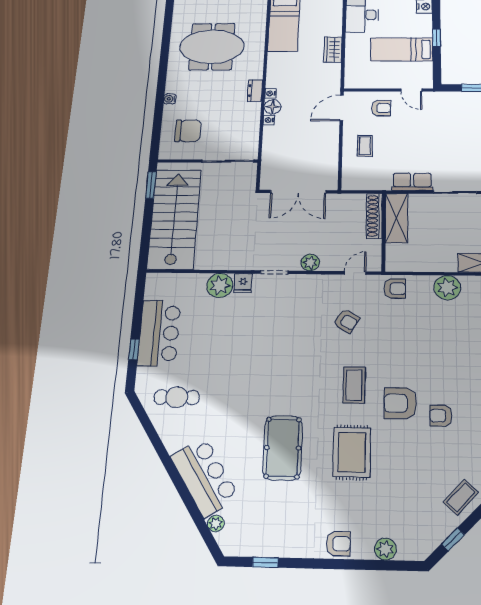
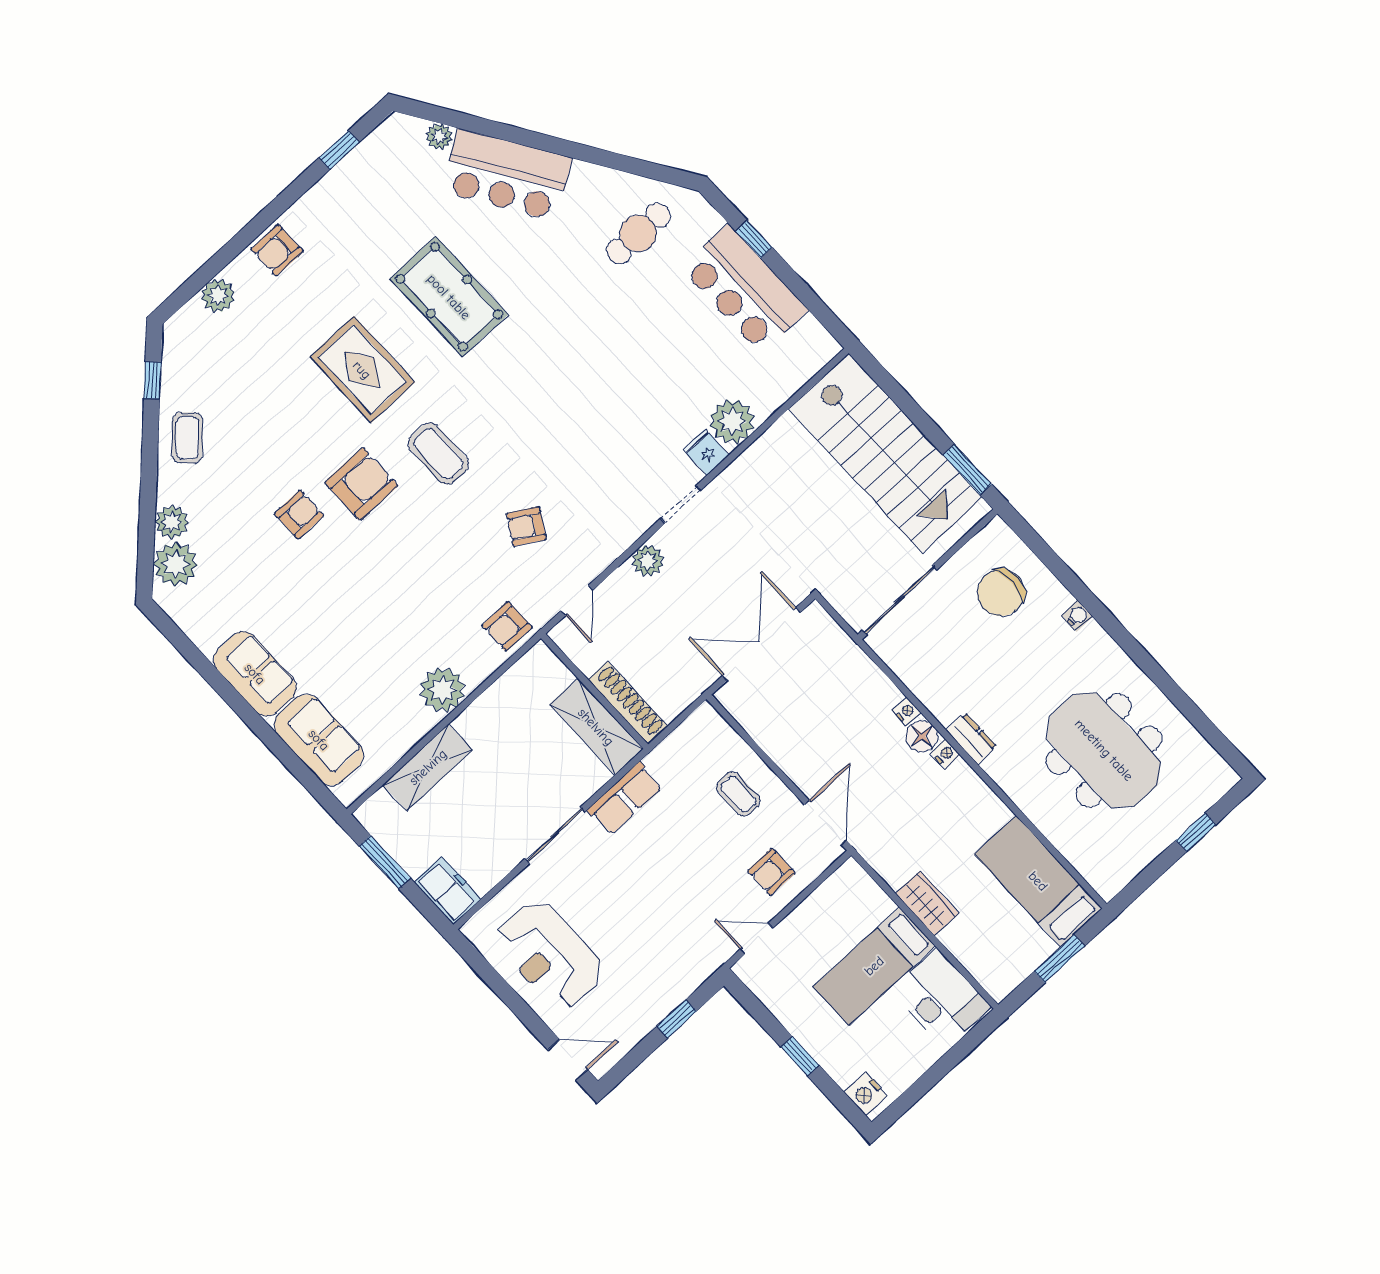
meeting table: (212, 47) -> (1104, 750), turned 90
bed: (402, 49) -> (874, 966), moved, turned 180

